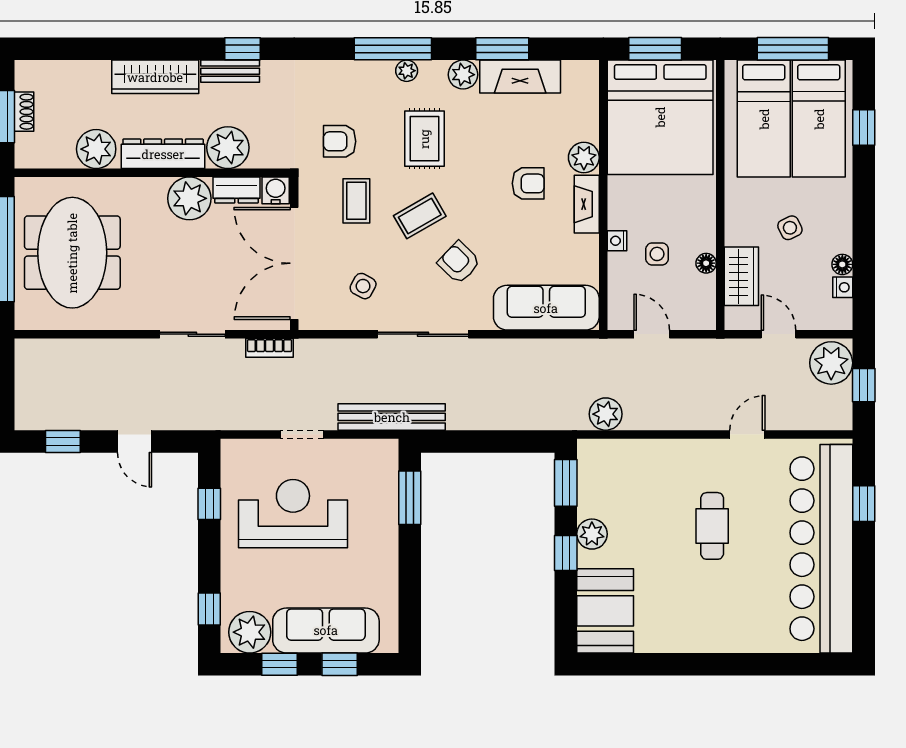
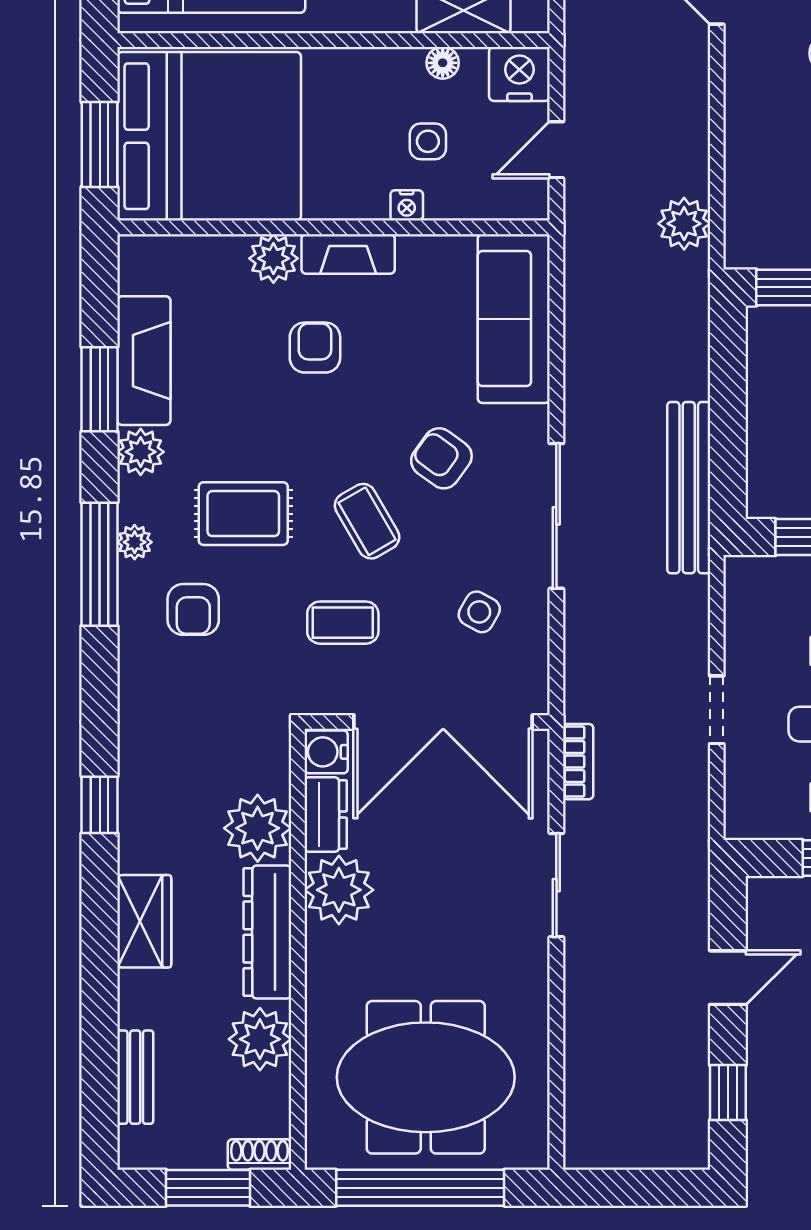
bench: (230, 71) -> (135, 1077), moved
wardrobe: (155, 77) -> (144, 921), width x0.67
shoe rack: (24, 112) -> (259, 1155), moved
armchair: (340, 141) -> (193, 609), moved
armchair: (459, 262) -> (441, 458), turned 82
nightstand: (699, 311) -> (519, 74), added
bench: (392, 417) -> (689, 488), moved

